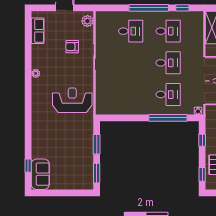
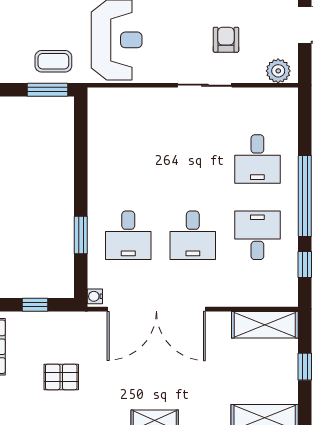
desk: (168, 31) -> (257, 235), turned 180
window: (168, 118) -> (81, 235), width x0.47
coffee table: (83, 131) -> (53, 61), added
window: (97, 144) -> (47, 90), moved

